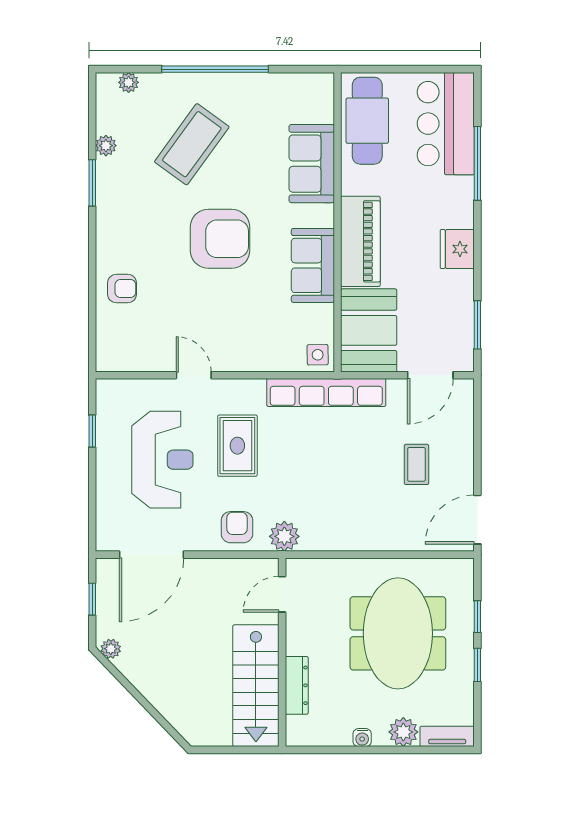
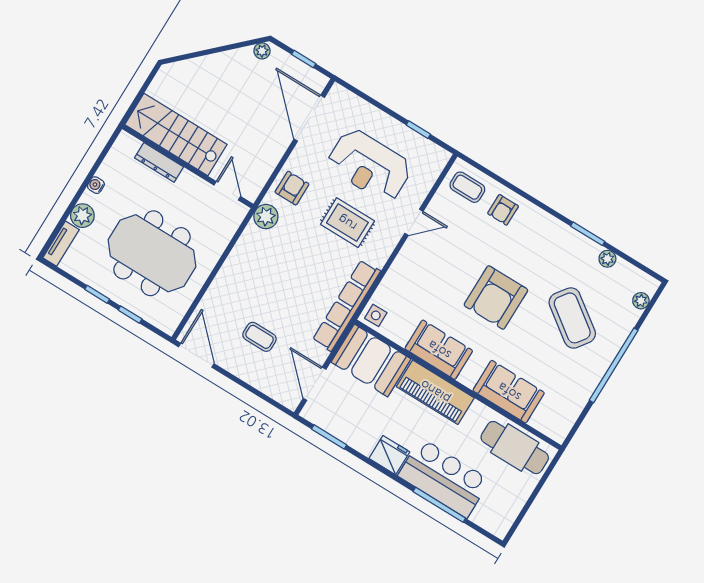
bar counter: (446, 124) -> (444, 478), moved
coffee table: (121, 341) -> (467, 187), added
armchair: (237, 527) -> (292, 188), turned -90

